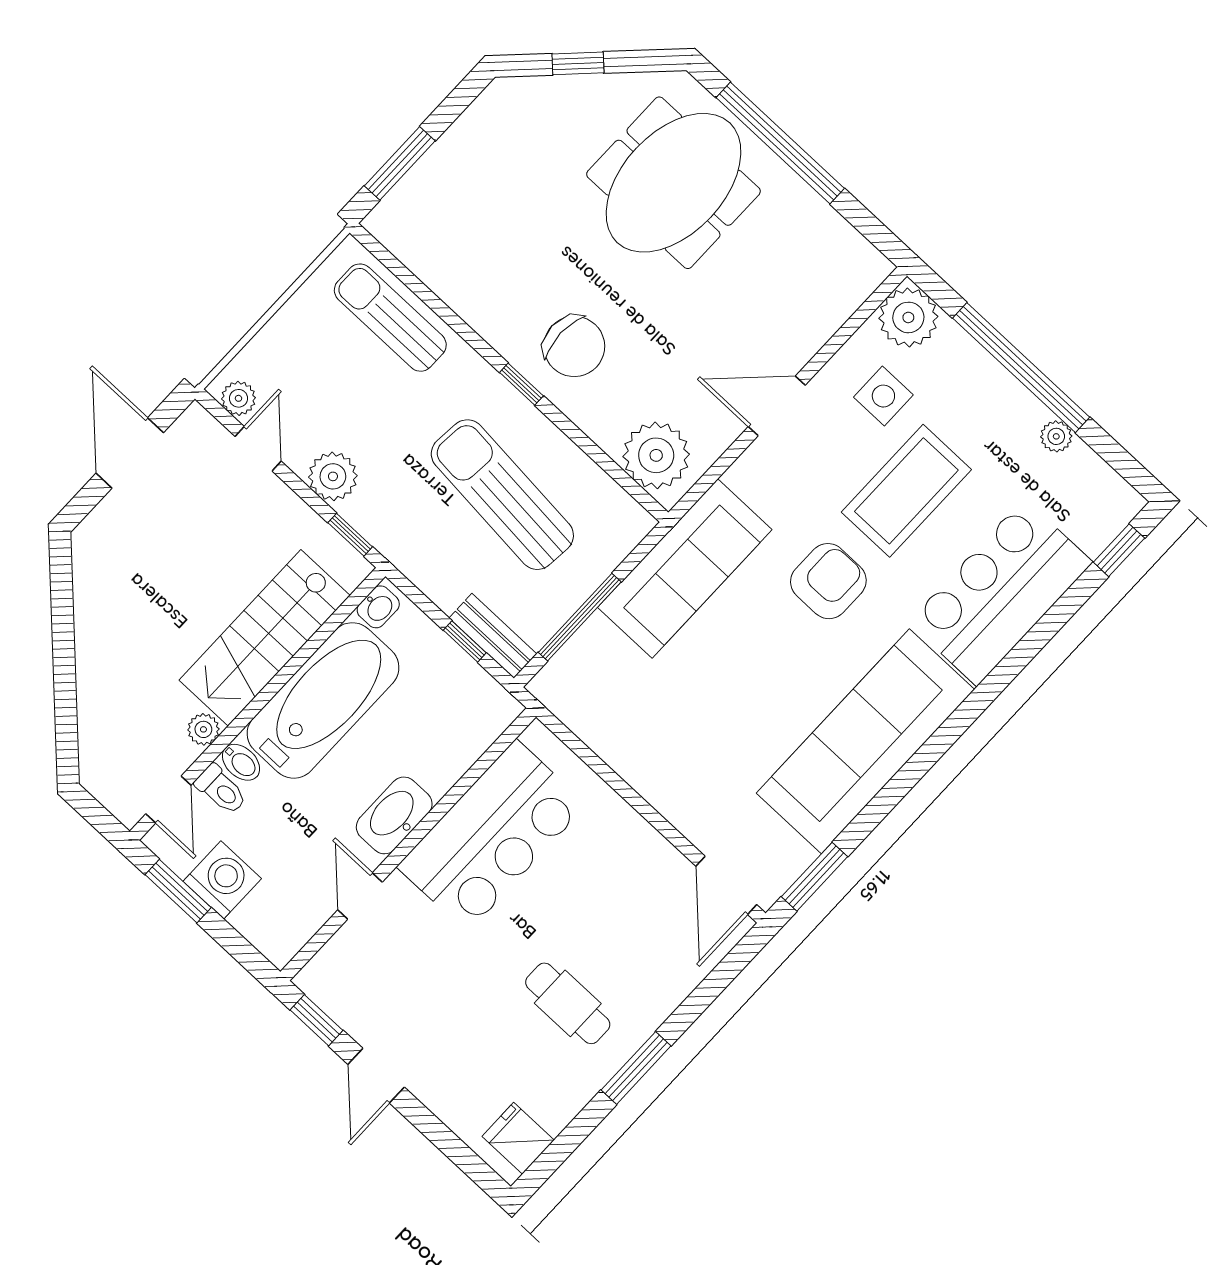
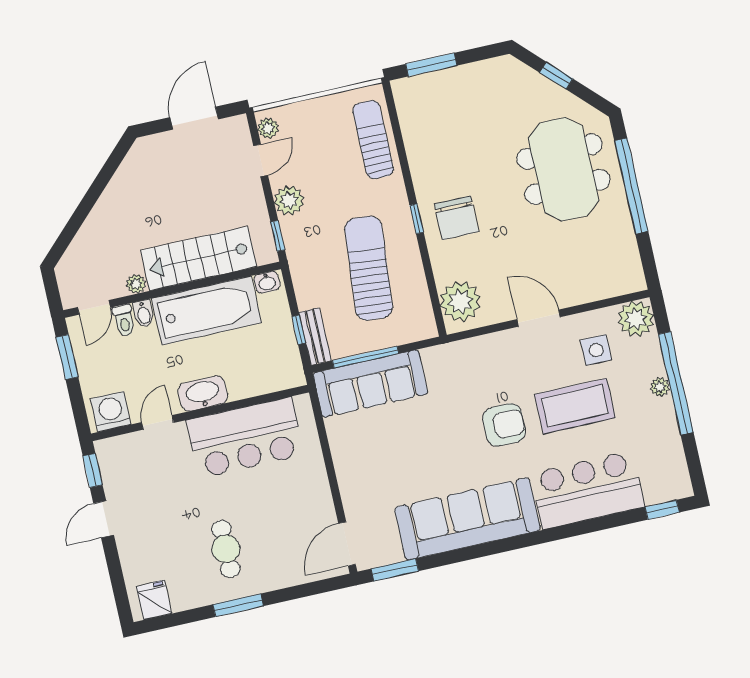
meeting table: (673, 183) -> (563, 169), turned 90
plant: (1056, 436) -> (660, 387), moved
sofa: (685, 568) -> (370, 384), moved
washing machine: (222, 880) -> (111, 412), moved, turned -90

